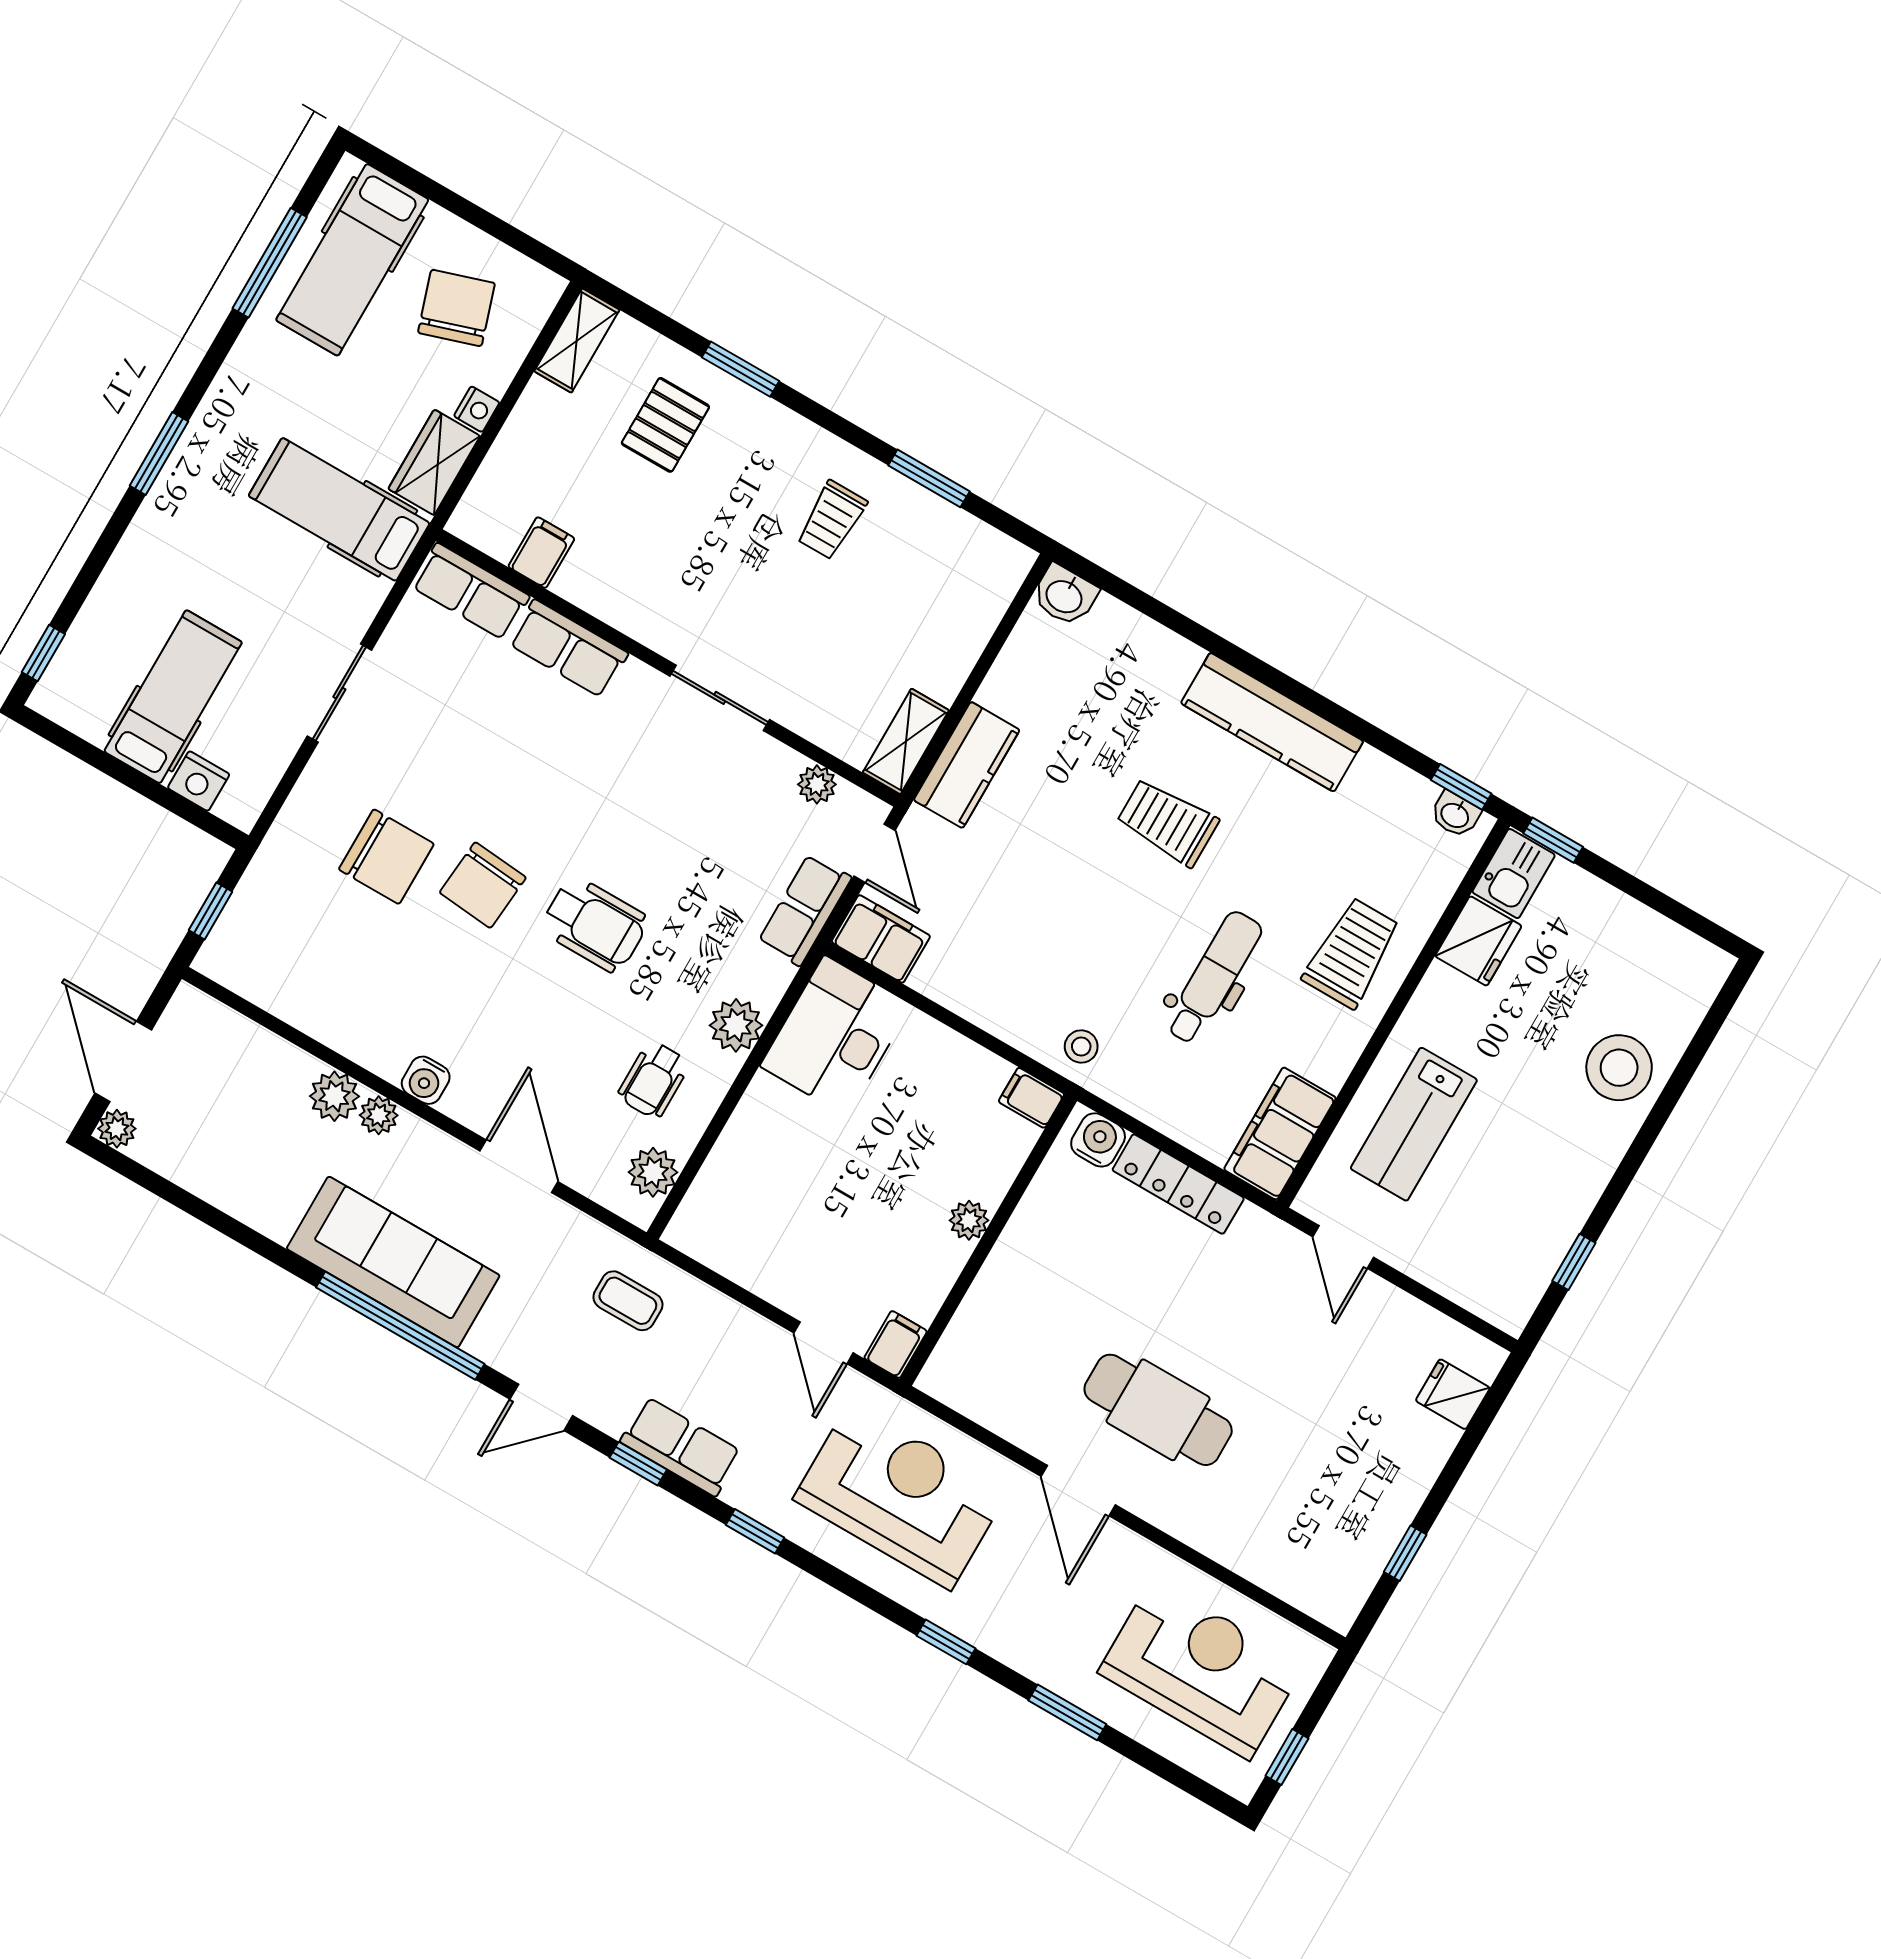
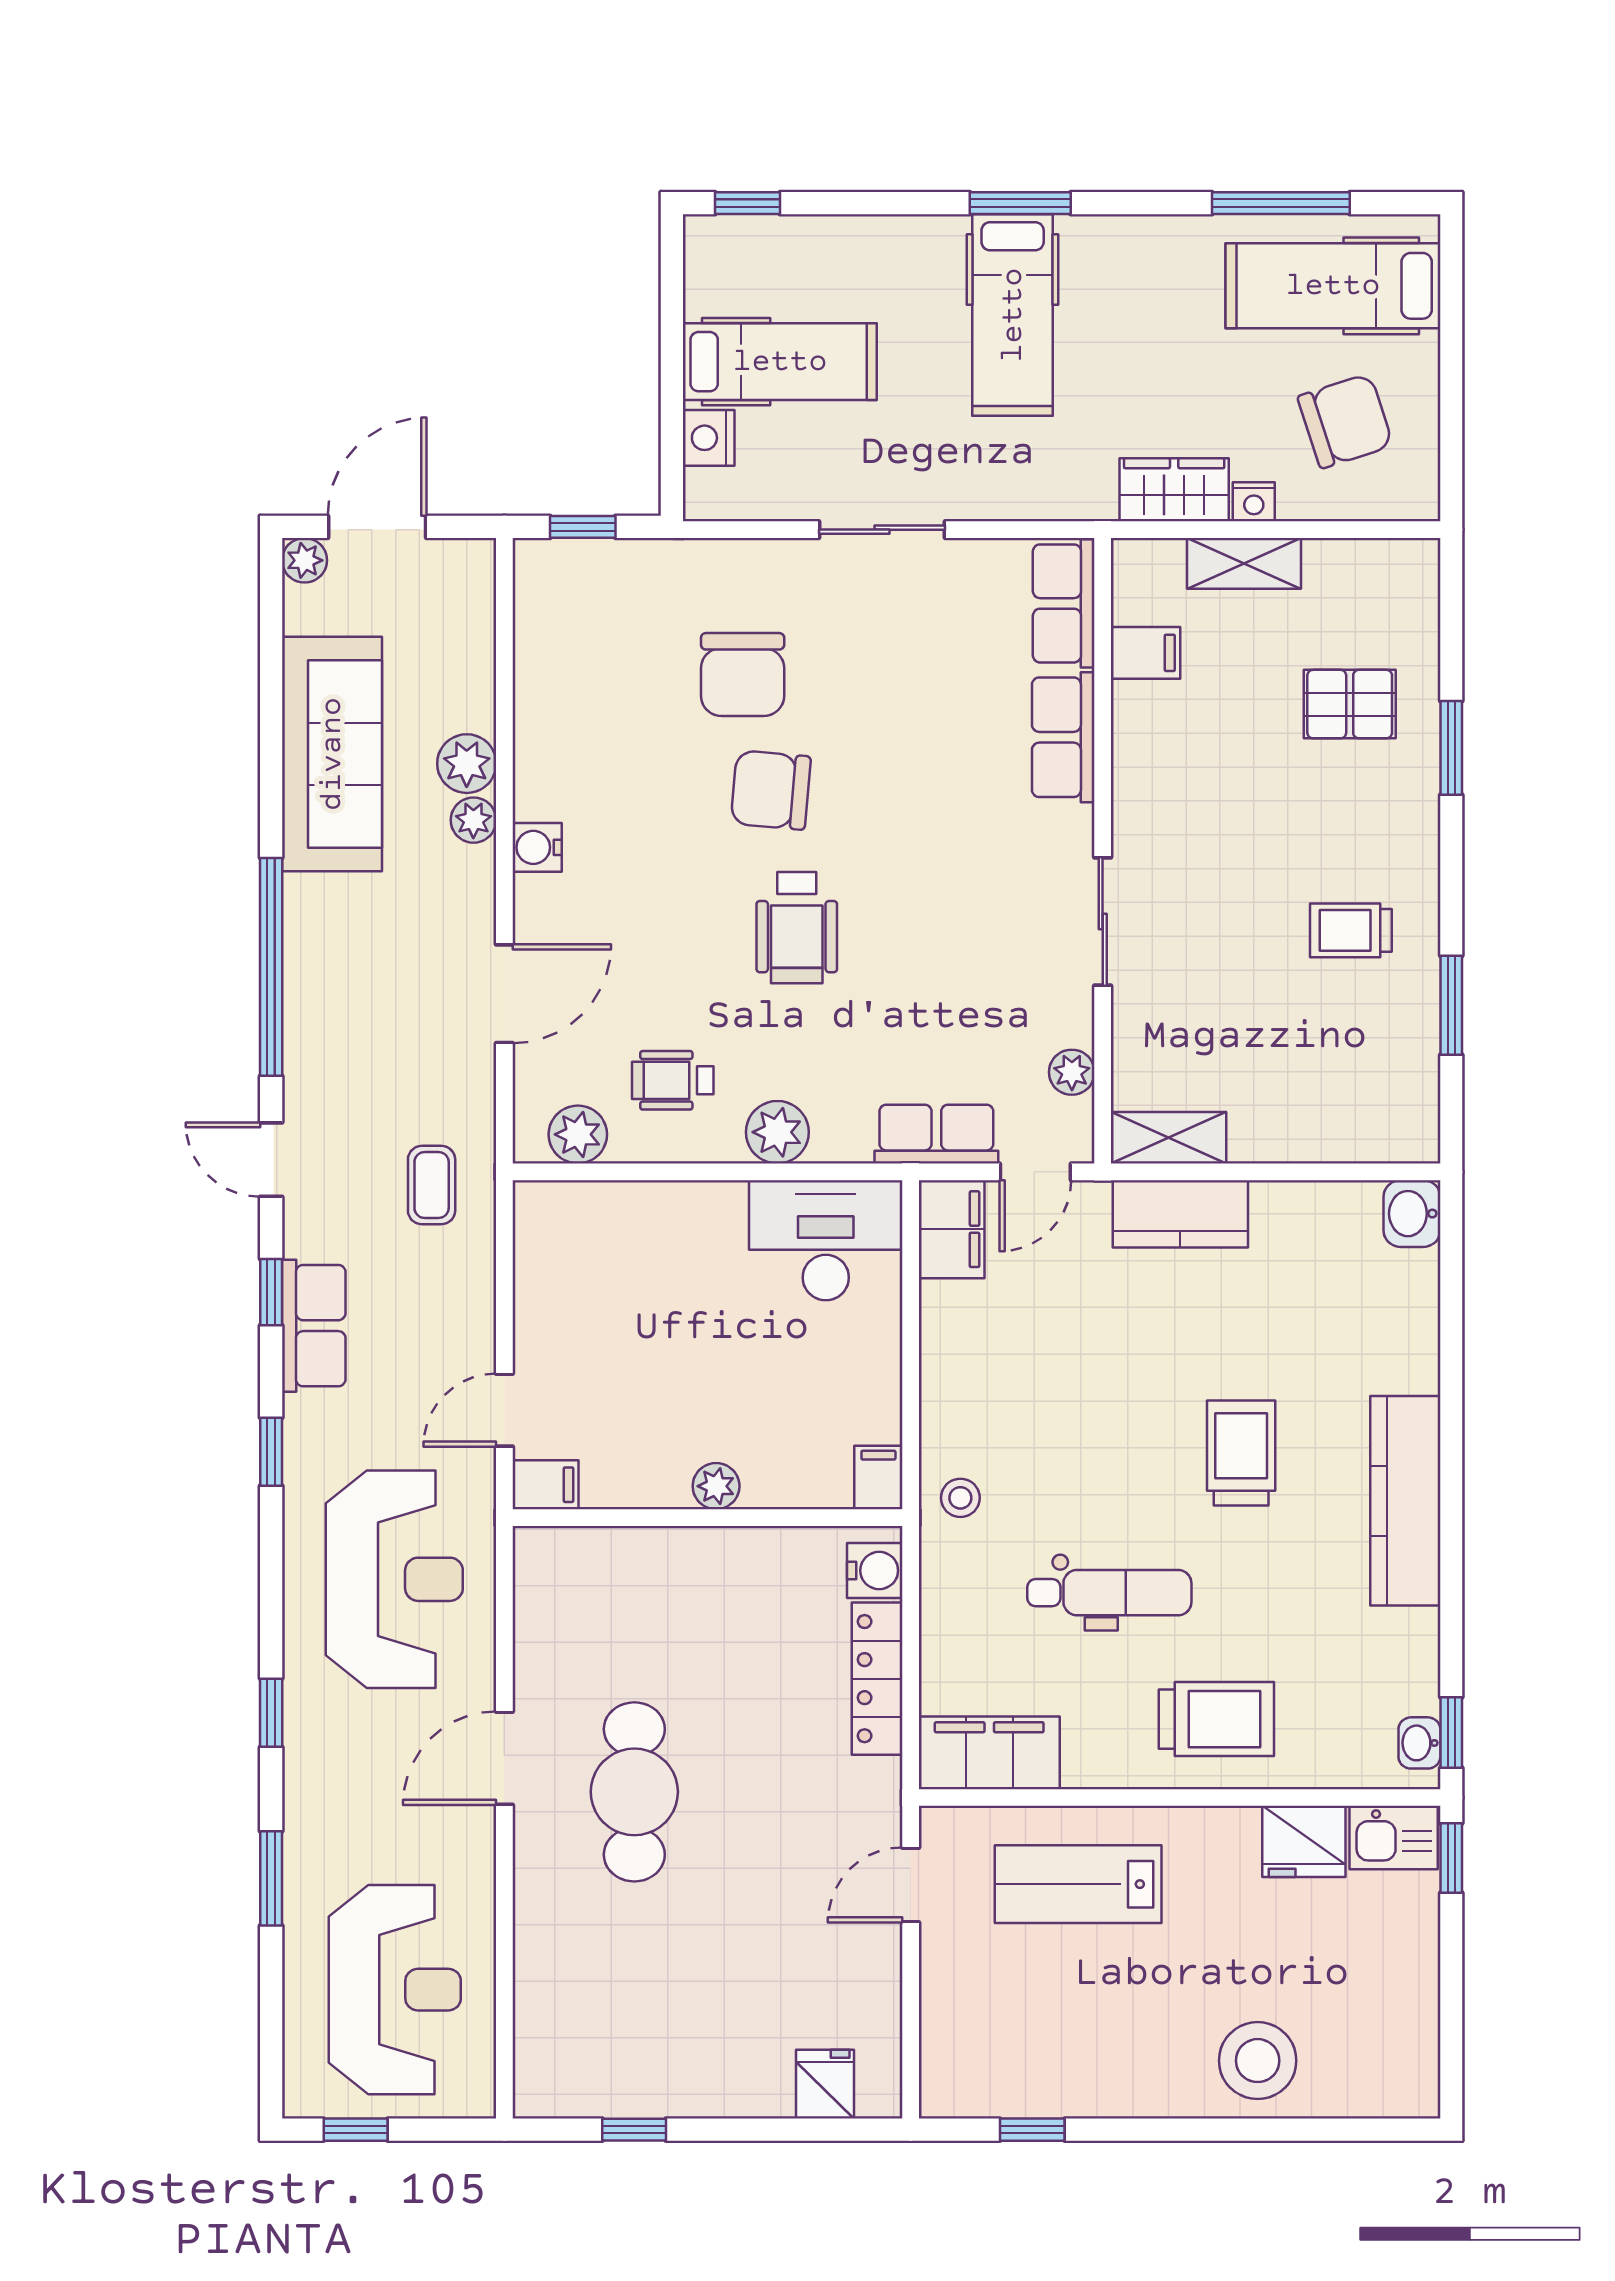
shelving: (577, 341) -> (1244, 563), moved
hospital bed: (339, 509) -> (1013, 315), moved, turned 180
sofa: (393, 1262) -> (332, 754), moved

